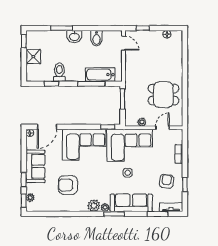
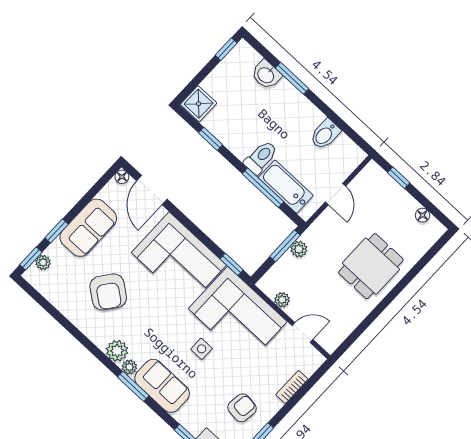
washbasin: (74, 37) -> (266, 75), moved
door: (123, 43) -> (335, 194), moved
shower: (33, 57) -> (199, 104), moved
toilet: (59, 72) -> (261, 157), moved
plant: (129, 95) -> (299, 249), added
dining table: (163, 95) -> (371, 266), moved, turned 90
door: (47, 127) -> (152, 190), hinge flipped
armchair: (68, 185) -> (108, 292), turned -143
sofa: (131, 203) -> (162, 386), width x0.73

